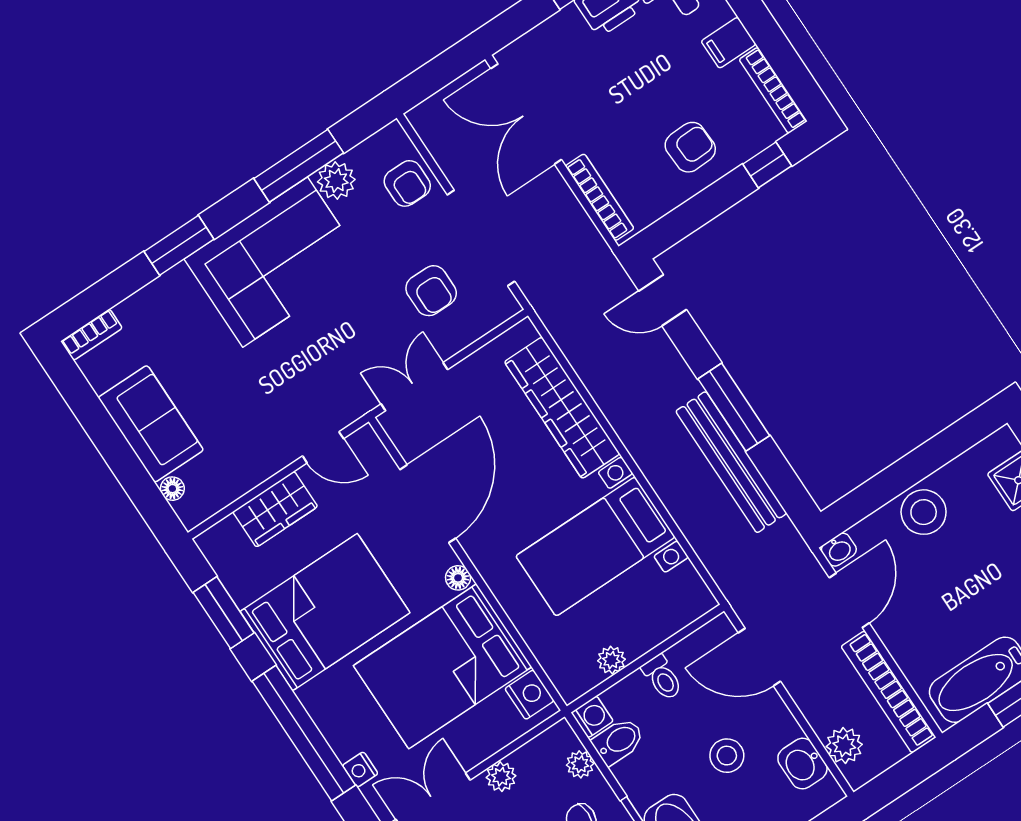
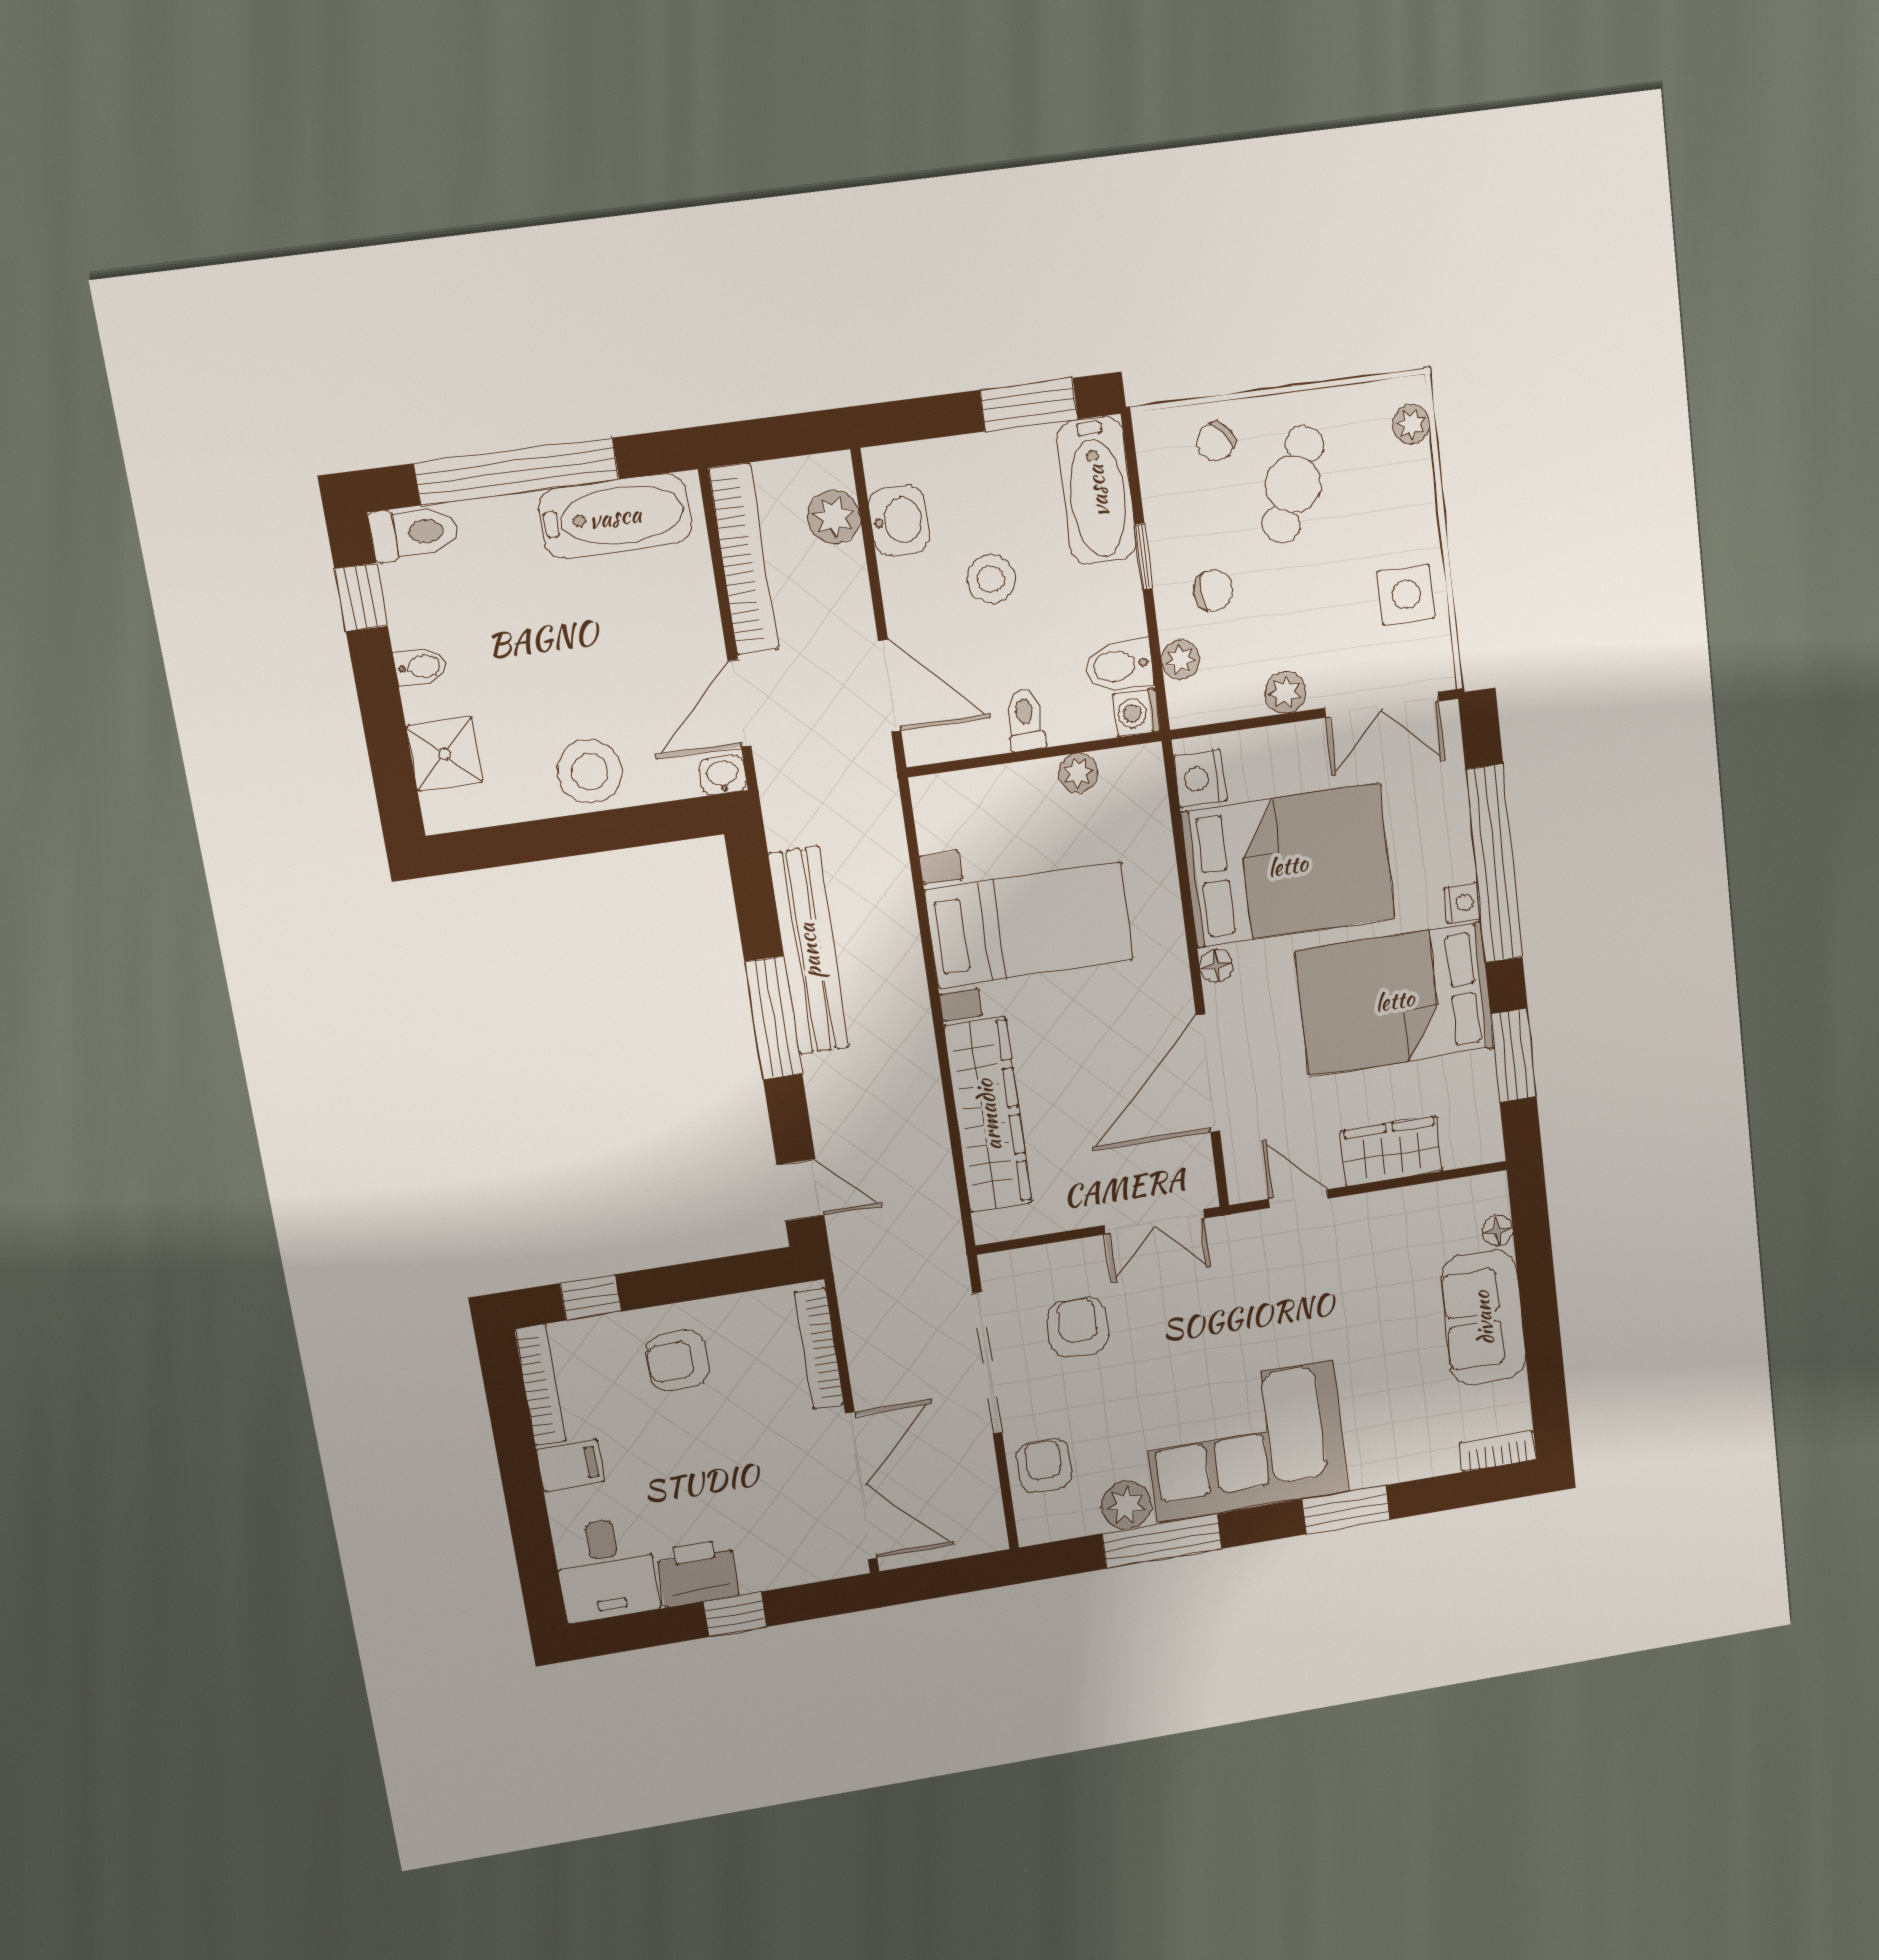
nightstand: (360, 770) -> (1462, 903), moved

